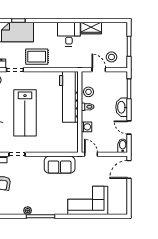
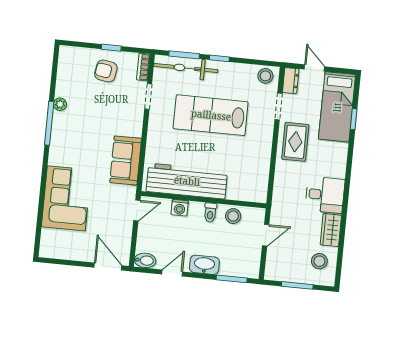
stool: (112, 57) -> (319, 261), moved
workbench: (69, 97) -> (187, 181), moved

